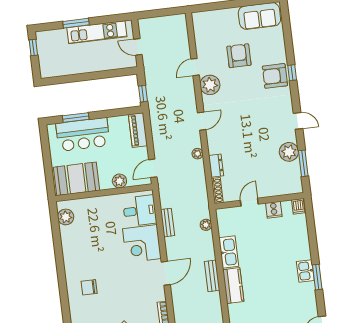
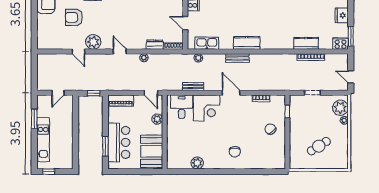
window: (76, 23) -> (34, 119), moved
kitchen unit: (97, 32) -> (43, 140), moved
plant: (66, 217) -> (197, 163), moved
kitchen sink: (229, 252) -> (207, 43), moved

